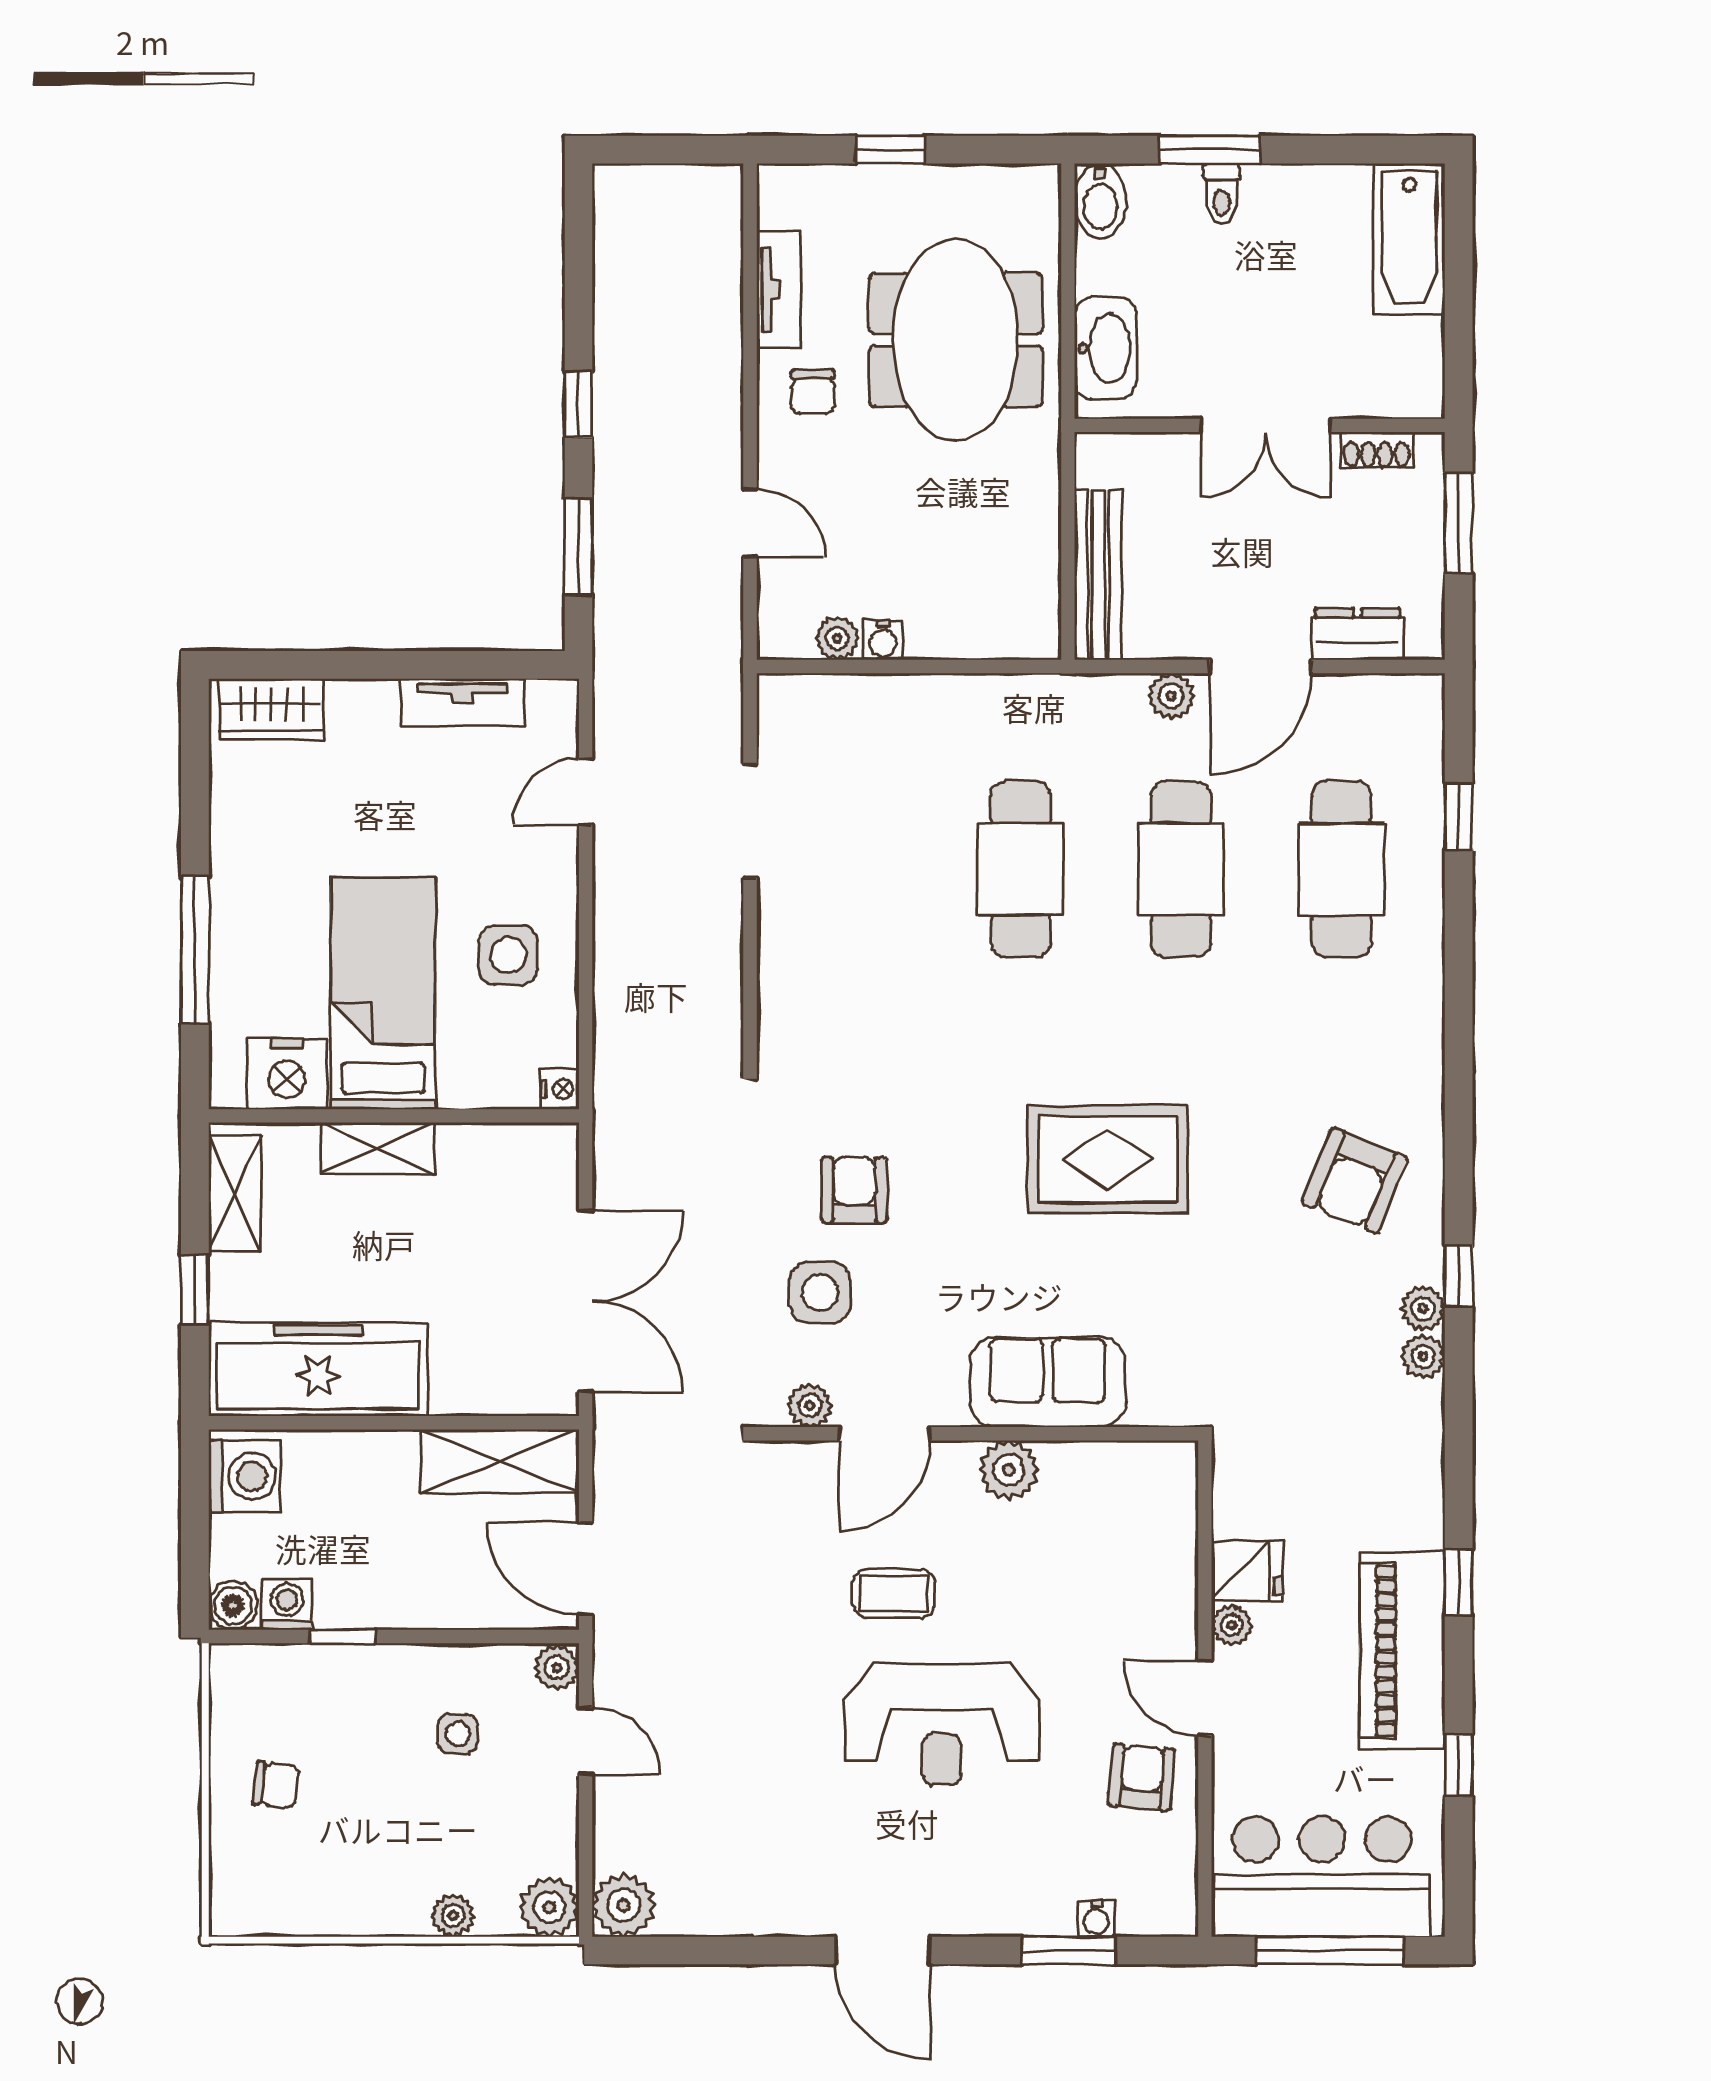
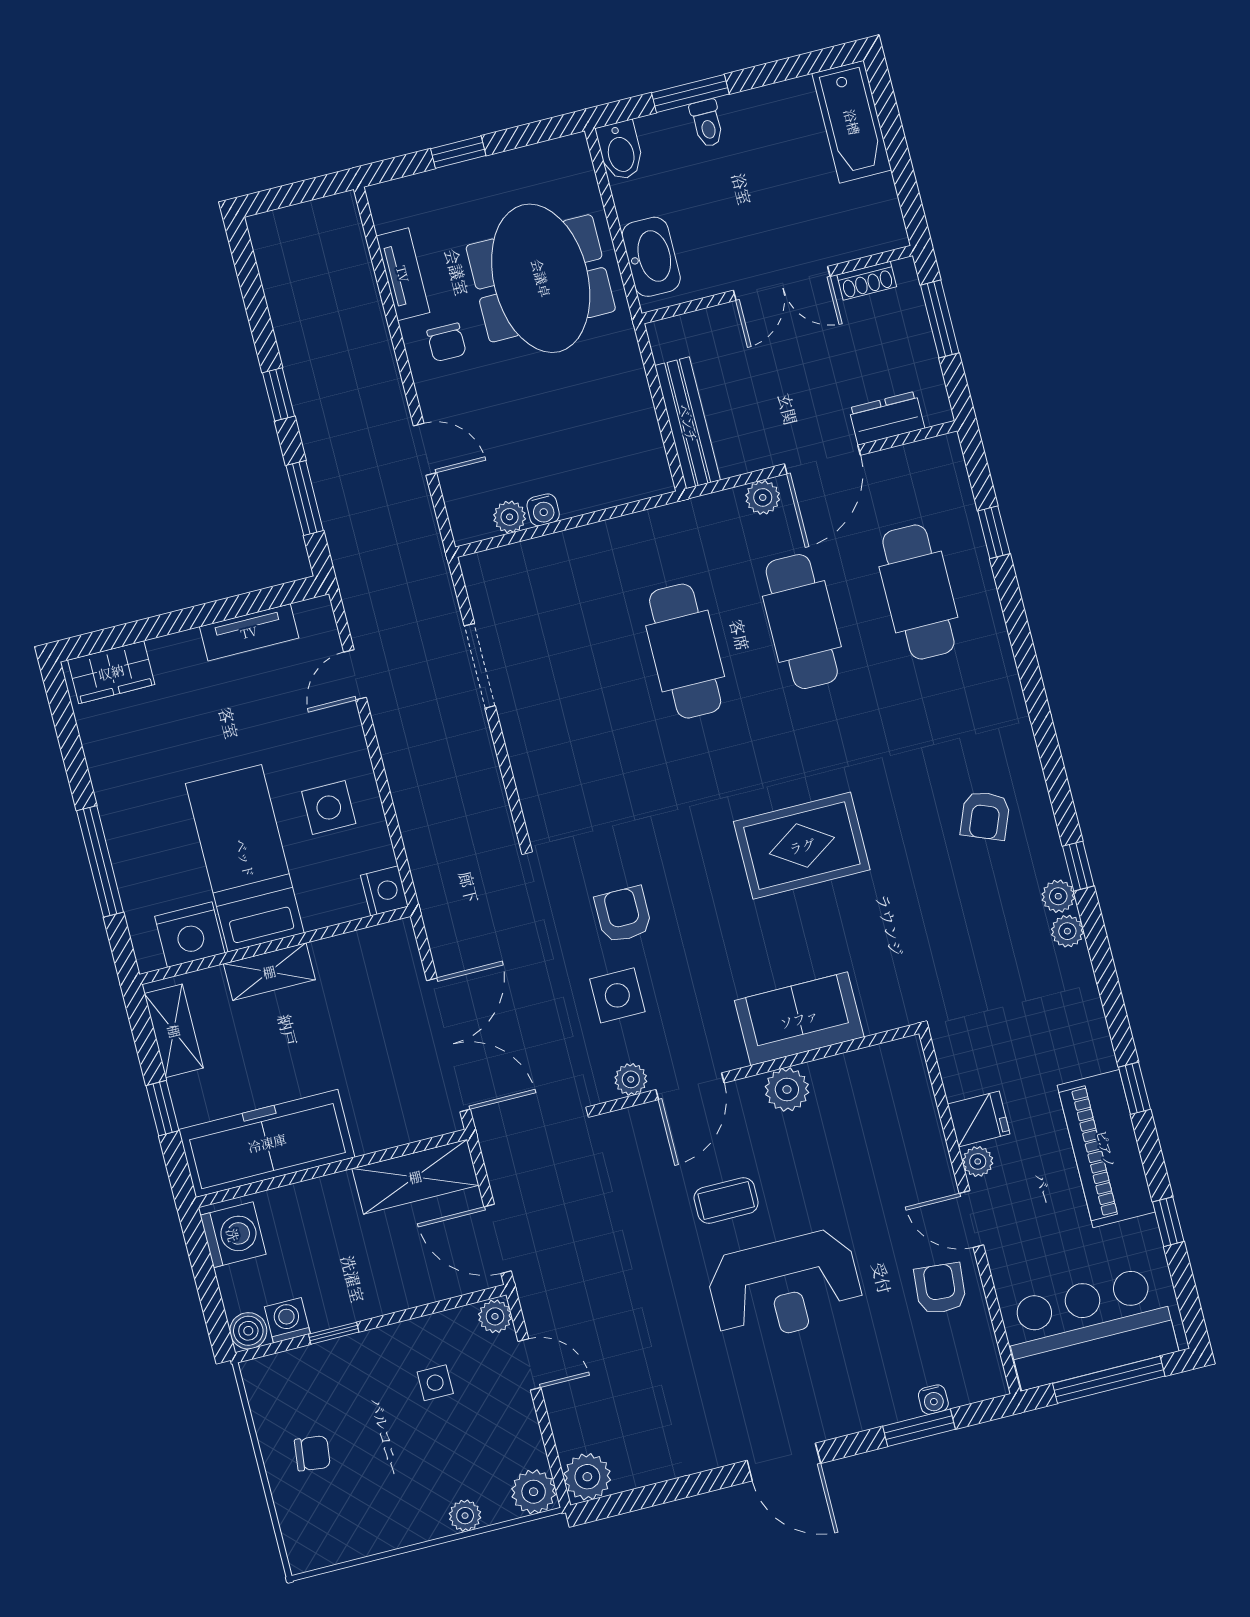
nightstand: (560, 1089) -> (384, 891), width x1.39, depth x1.35
armchair: (1355, 1180) -> (985, 816), width x0.72, depth x0.72

